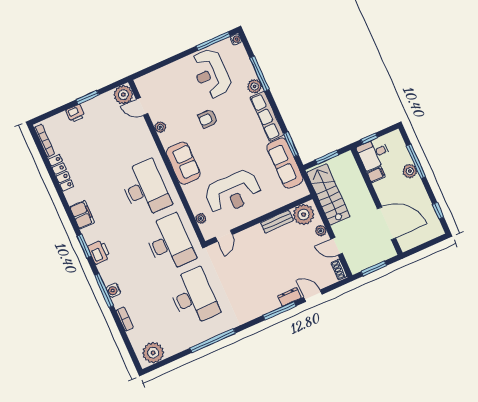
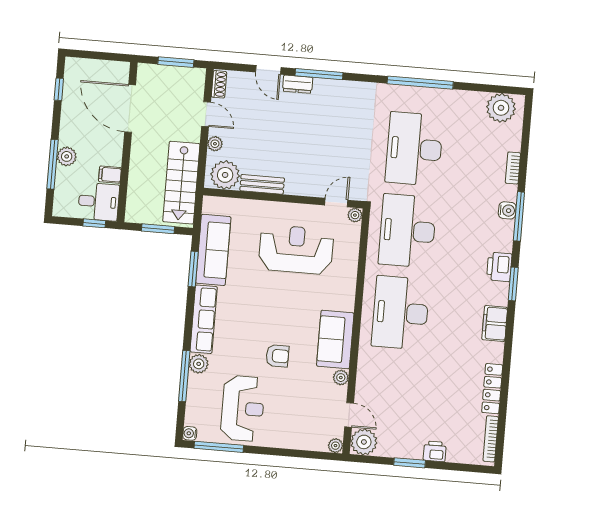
plant: (140, 82) -> (335, 446), added
sofa: (183, 163) -> (335, 340), moved
plant: (201, 218) -> (355, 215), moved

